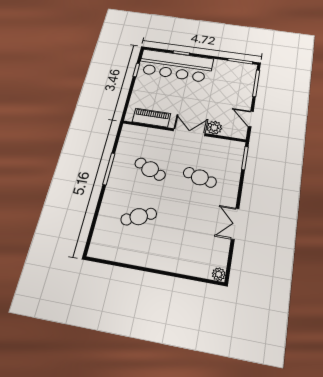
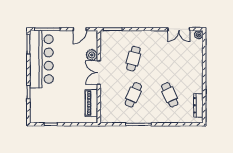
bar counter: (176, 66) -> (41, 59), moved
double door: (235, 224) -> (179, 29), moved
dresser: (114, 254) -> (198, 105), added

